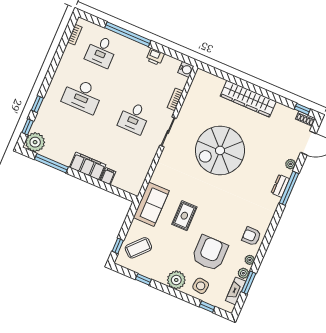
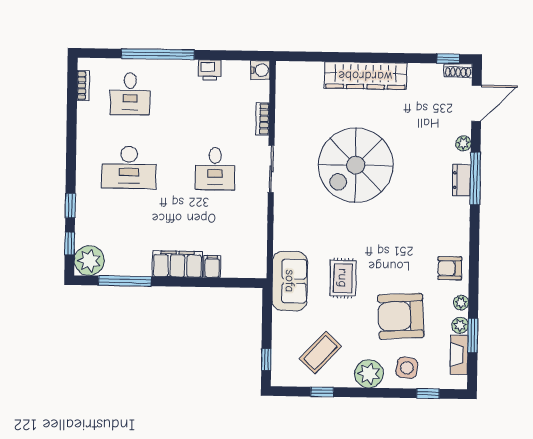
coffee table: (138, 248) -> (320, 353), moved
armchair: (210, 253) -> (401, 316), turned -93

